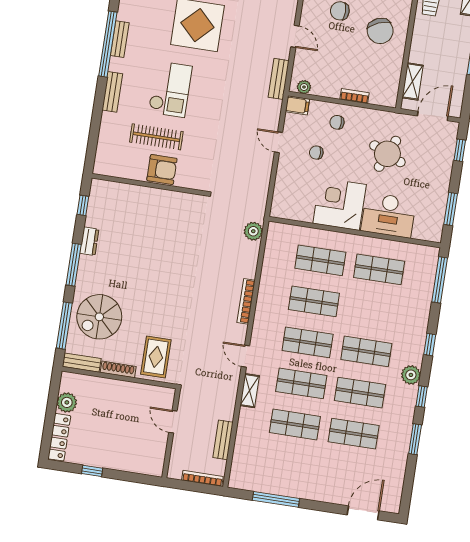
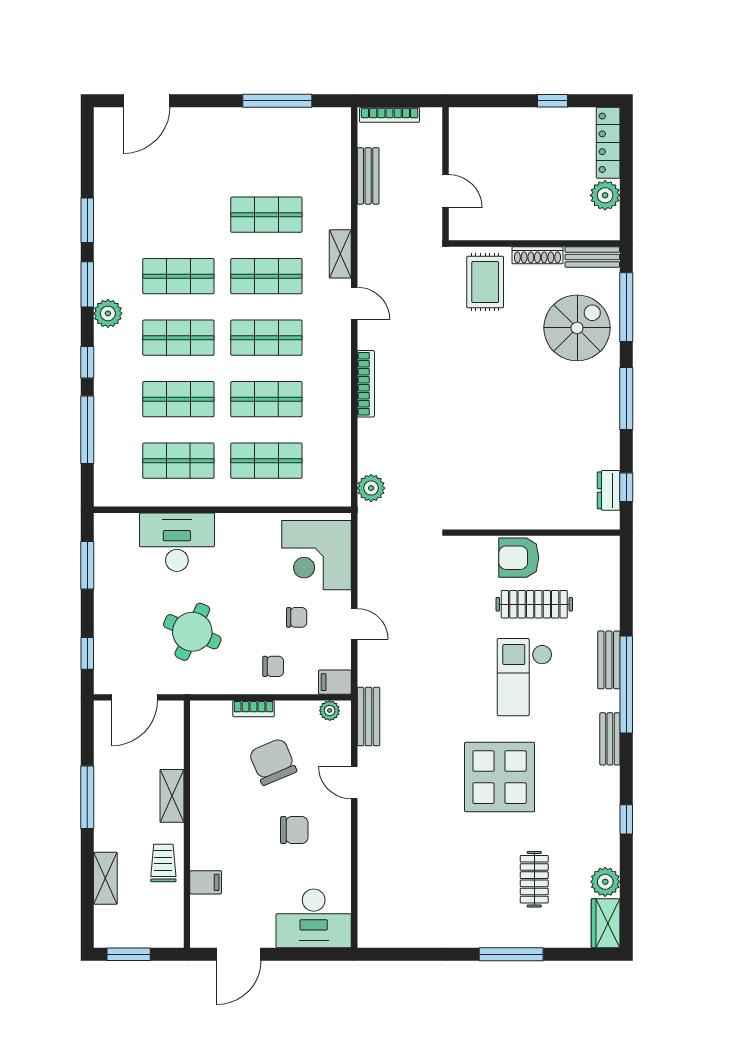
chair: (380, 31) -> (273, 762), moved
window: (108, 44) -> (626, 684), moved
shelving: (413, 81) -> (172, 796), moved
corner desk: (340, 204) -> (317, 555), moved, turned 90
dresser: (89, 241) -> (609, 490), moved
window: (440, 280) -> (87, 430), moved
window: (422, 397) -> (87, 284), width x1.50
shop shelf: (354, 434) -> (178, 399), moved

